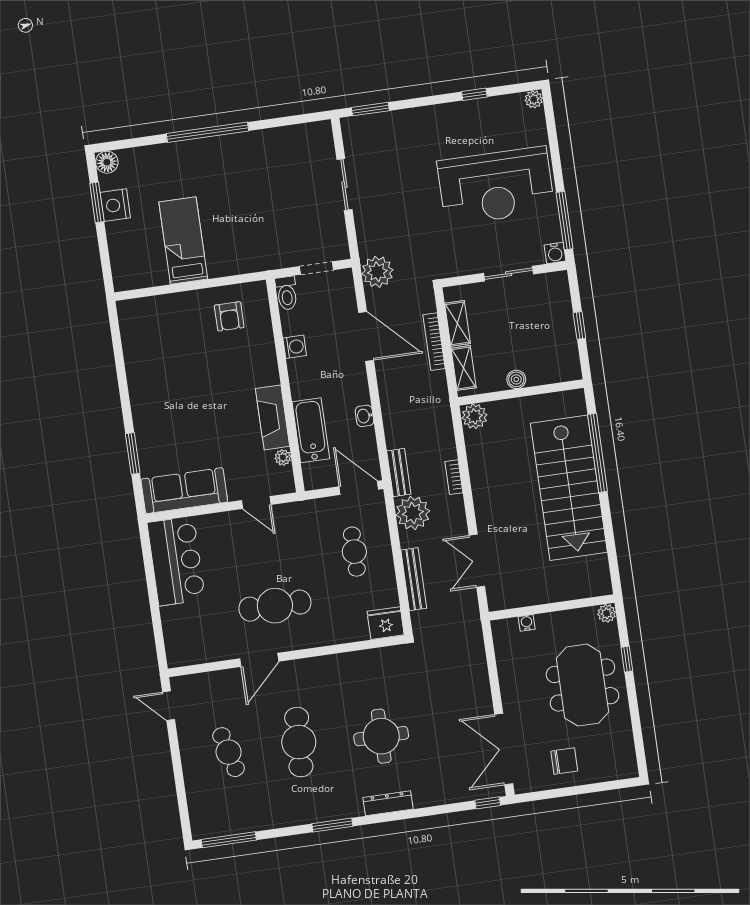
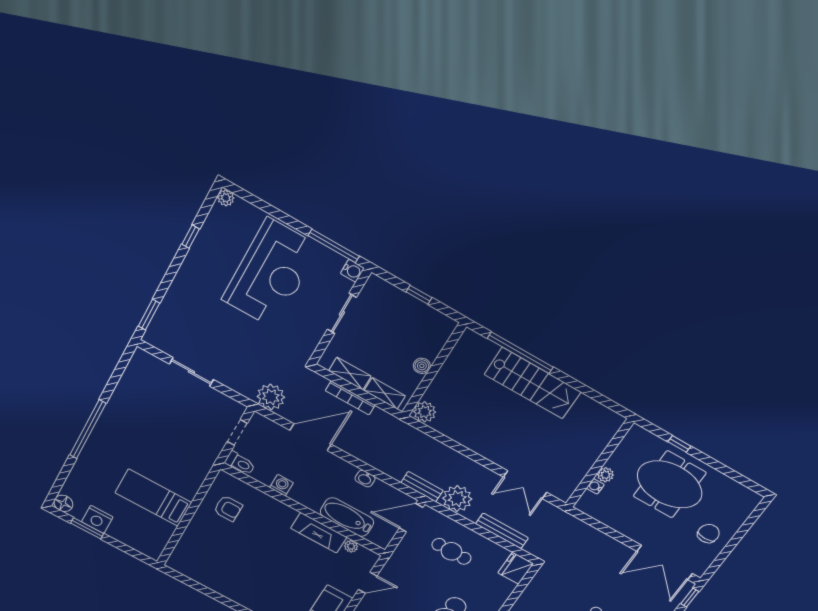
bookcase: (454, 477) -> (455, 456), removed
stairs: (569, 488) -> (533, 383), width x0.73, depth x0.66
plant: (607, 613) -> (605, 475), moved

